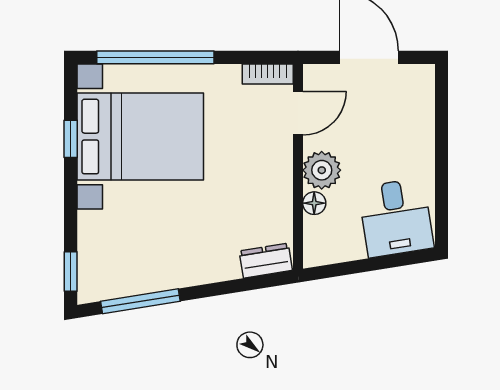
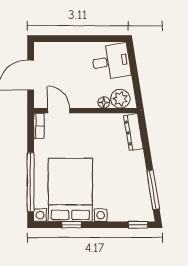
plant: (322, 170) -> (120, 99), moved
dresser: (266, 261) -> (133, 132), width x1.44

